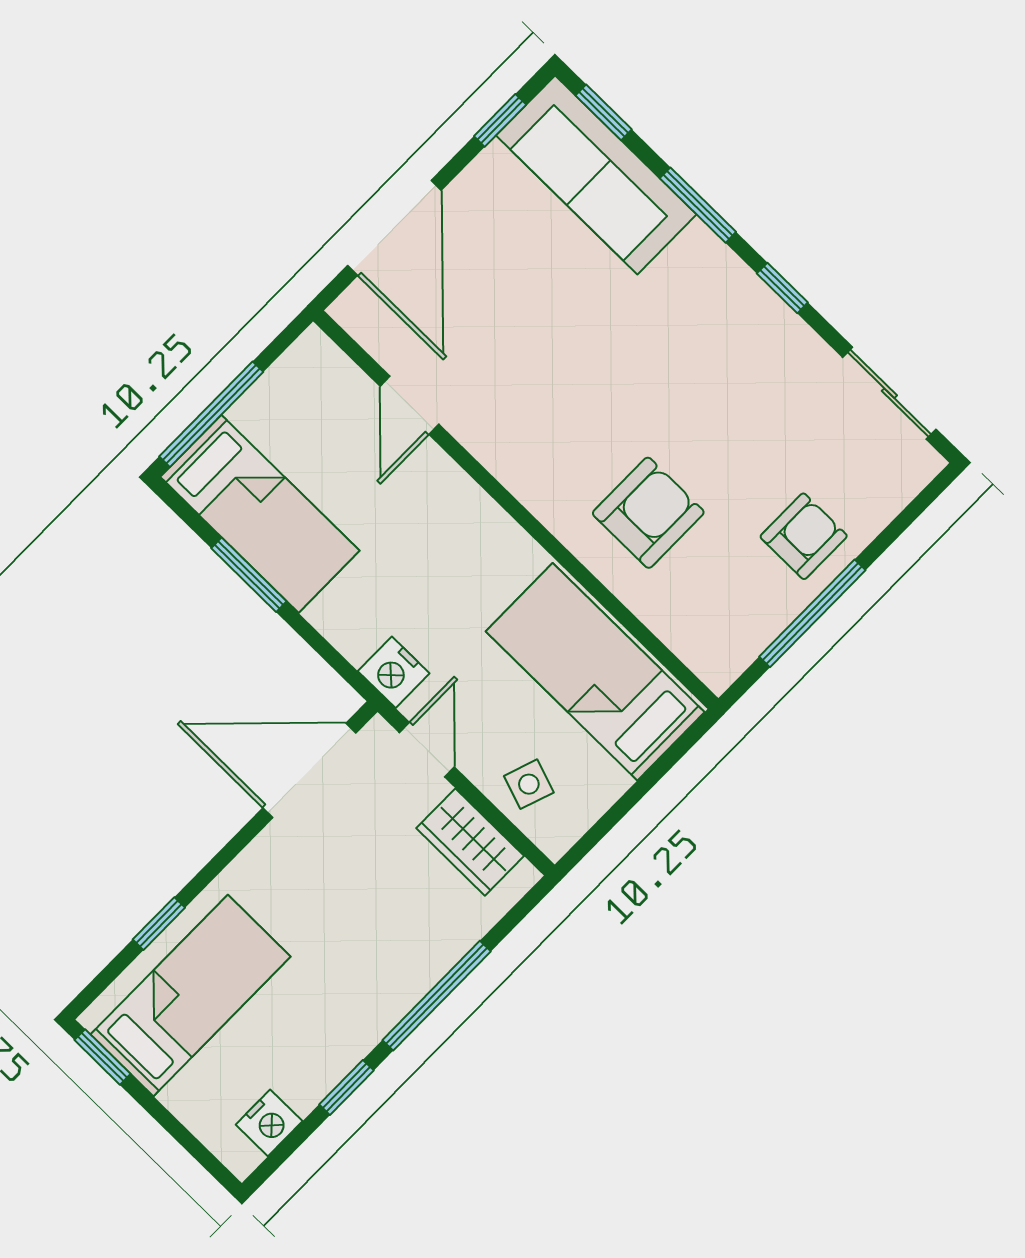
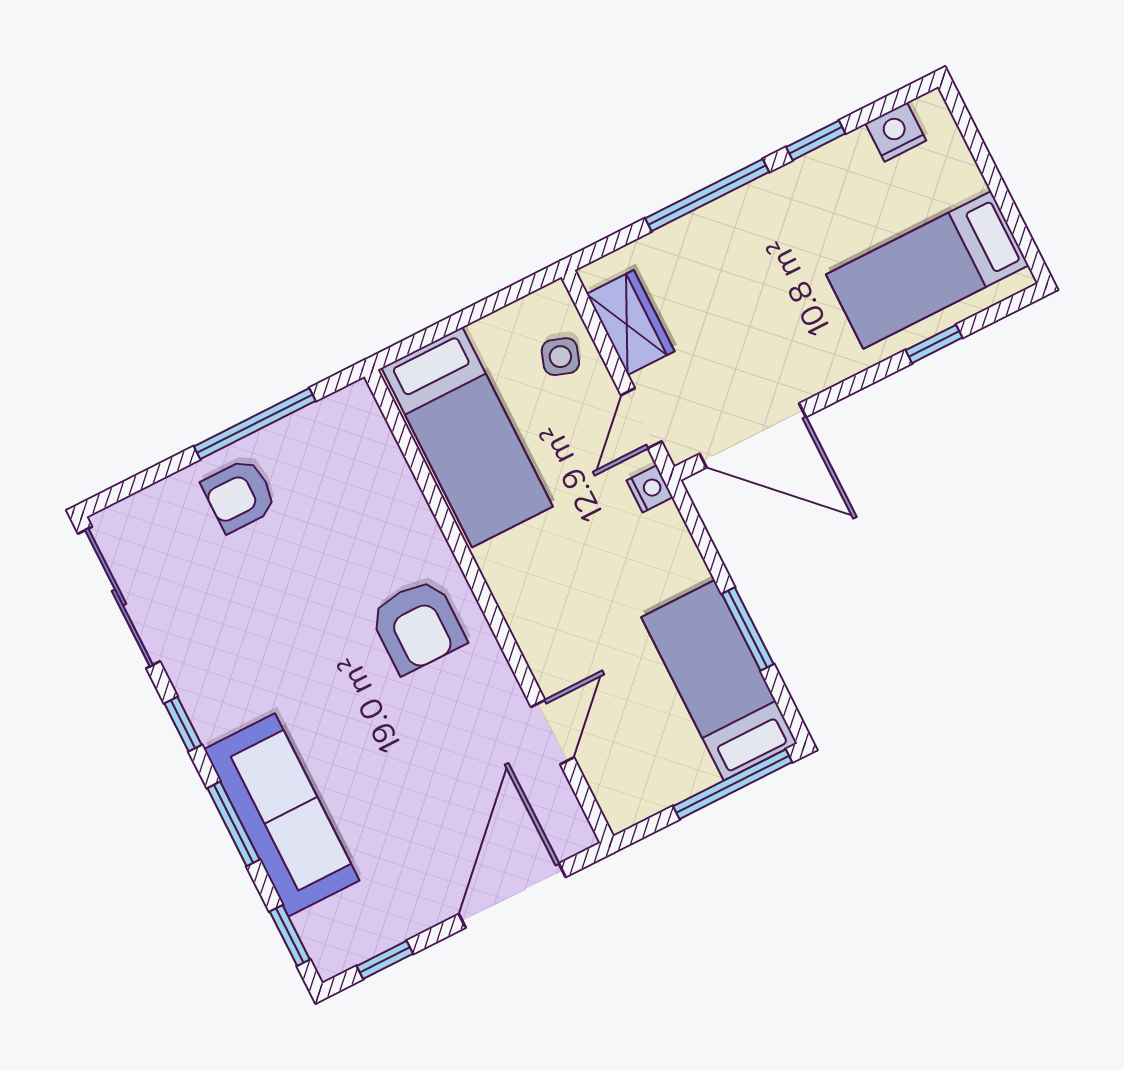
sofa: (596, 175) -> (282, 815), moved
sliding door: (889, 393) -> (119, 597), width x1.37
armchair: (648, 513) -> (418, 626), moved, turned -90
nightstand: (394, 672) -> (650, 489), width x0.72, depth x0.74
window: (103, 1057) -> (1025, 242), removed

